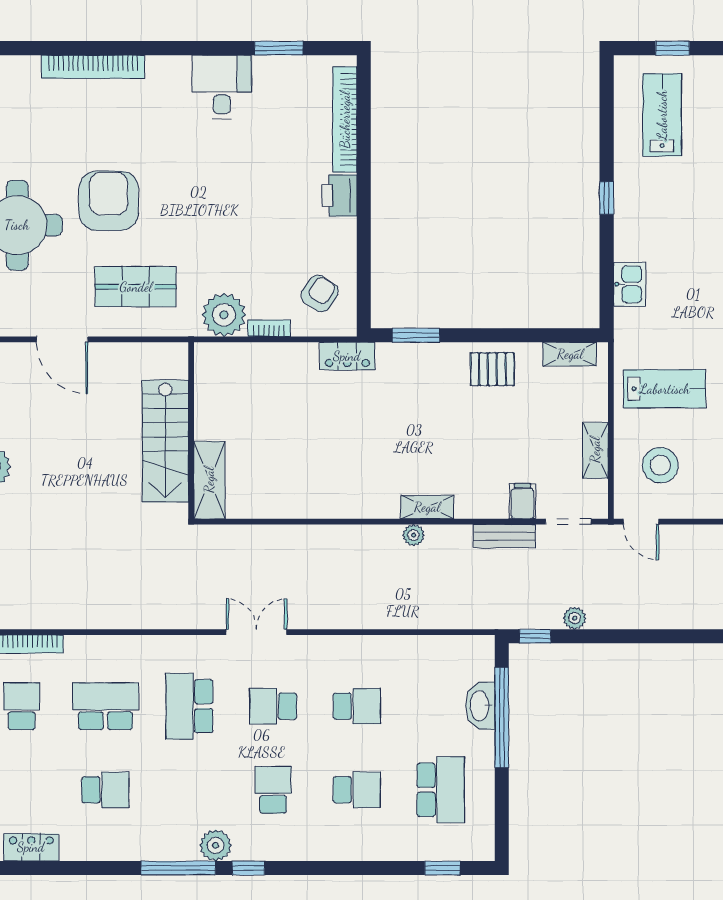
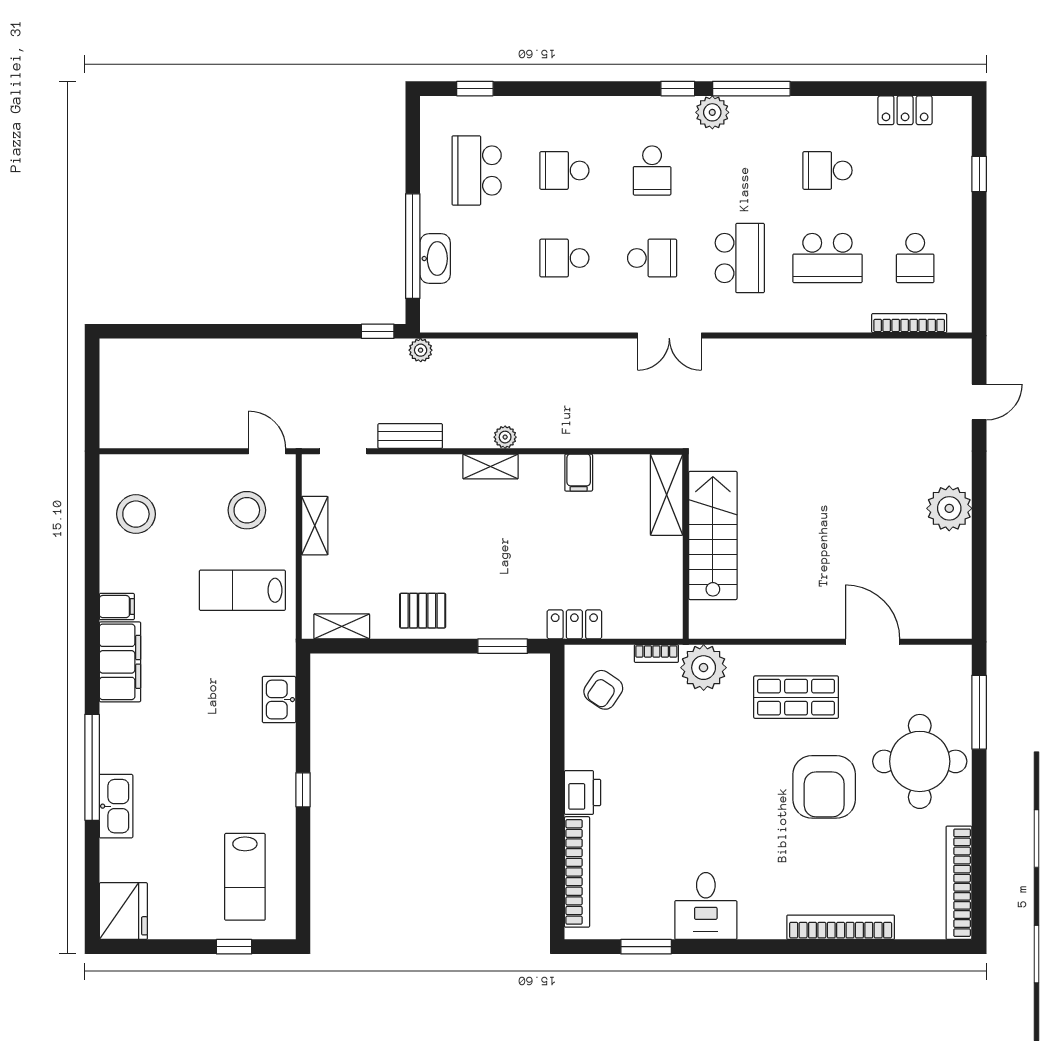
wall: (191, 430) -> (686, 547), moved
stairs: (165, 441) -> (713, 535), moved
shelving: (209, 480) -> (667, 495), moved
filing cabinet: (523, 501) -> (579, 473), moved
plant: (575, 618) -> (421, 350), moved

